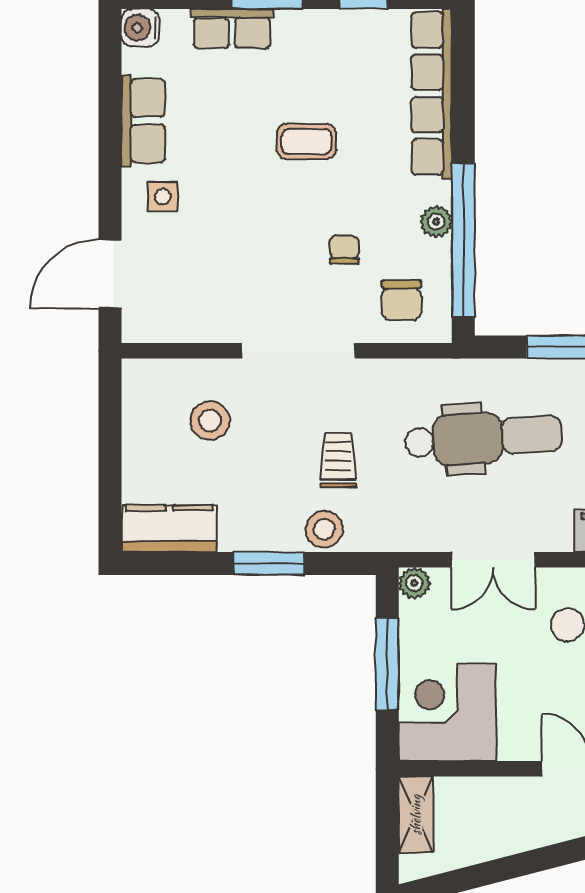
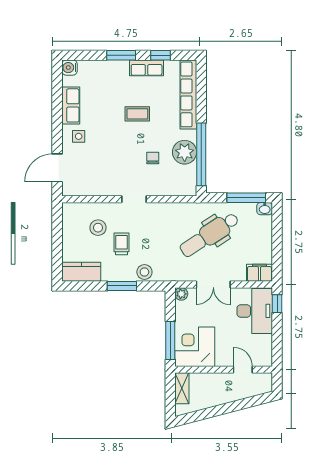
row of seats: (232, 29) -> (147, 68), moved
plant: (436, 222) -> (185, 152), width x1.88, depth x1.88
chair: (402, 300) -> (176, 179), removed
doorway: (299, 351) -> (134, 199), width x0.53
dental chair: (483, 438) -> (209, 235), turned 151
trolley: (338, 460) -> (122, 244), moved
window: (387, 664) -> (170, 340), moved

